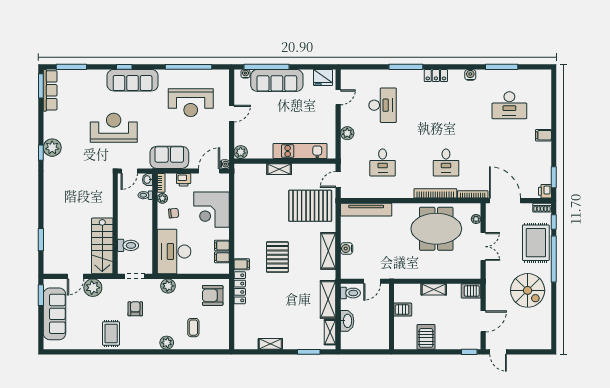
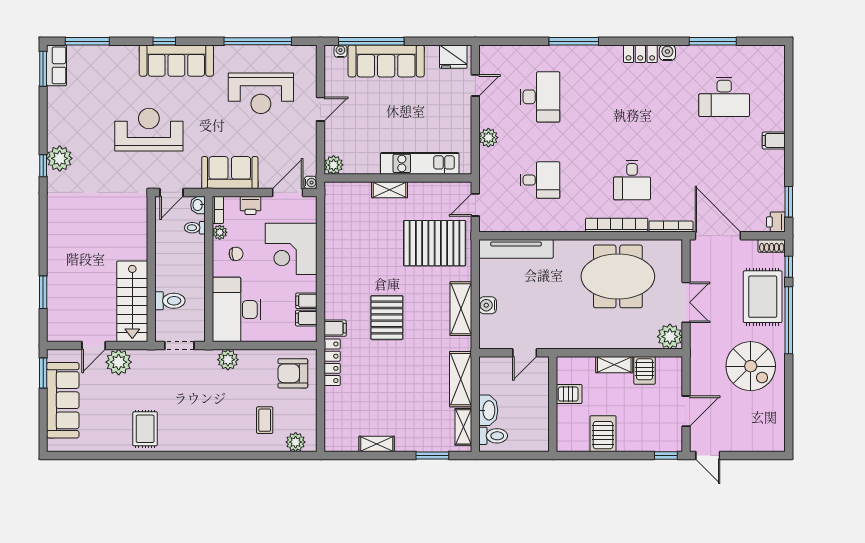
locker: (436, 76) -> (640, 54), moved
row of seats: (50, 90) -> (57, 65), width x0.68
desk: (383, 162) -> (540, 180), turned -90
plant: (476, 219) -> (670, 337), moved, width x1.88, depth x1.88
server rack: (471, 291) -> (645, 370), moved, turned -90
toilet: (351, 293) -> (493, 436), moved
armchair: (135, 309) -> (180, 393), removed
plant: (167, 343) -> (296, 442), moved

